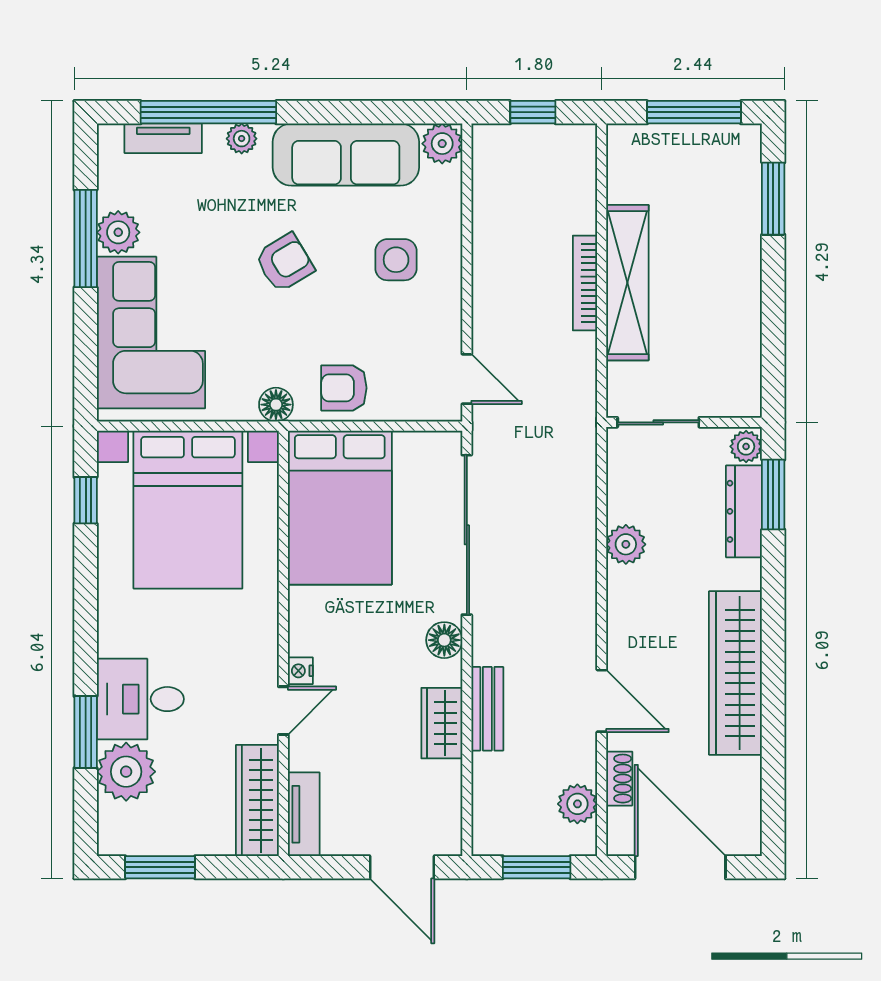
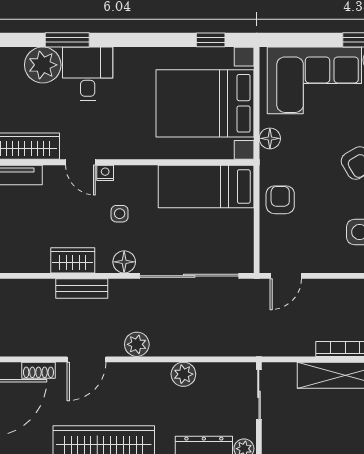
floor lamp: (276, 405) -> (270, 138), moved
bed: (340, 508) -> (206, 187), width x0.67
side table: (366, 647) -> (120, 214), added
plant: (577, 804) -> (137, 344), moved

